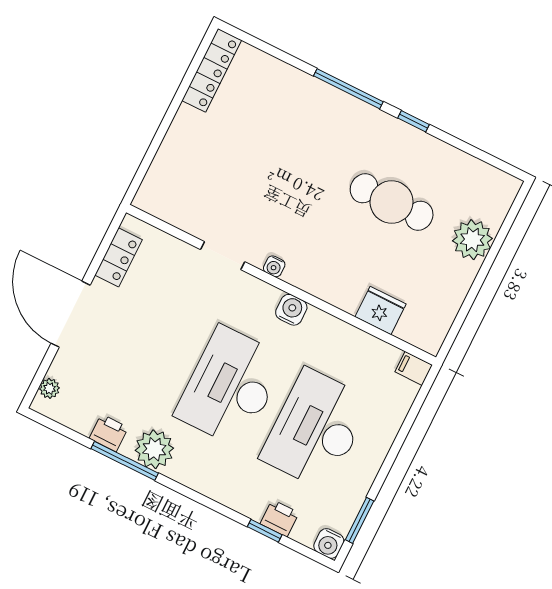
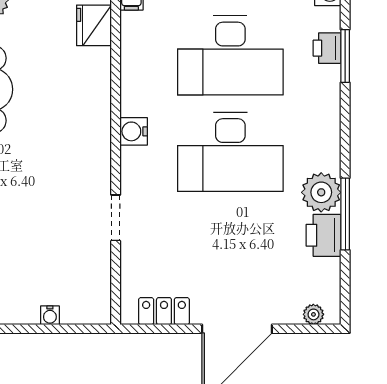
water cooler: (274, 266) -> (50, 315), moved, turned 90
fridge: (381, 310) -> (94, 25), moved
printer: (109, 433) -> (324, 235), width x1.36, depth x1.24
window: (265, 531) -> (345, 56), width x1.50

